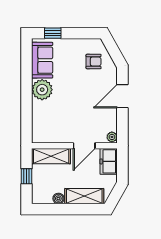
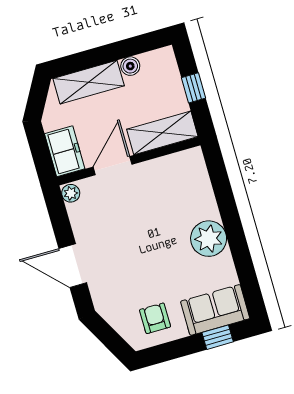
sofa: (42, 60) -> (215, 310), moved, turned 90
armchair: (94, 61) -> (155, 318), moved, turned 90
door: (122, 96) -> (73, 266), swing flipped

